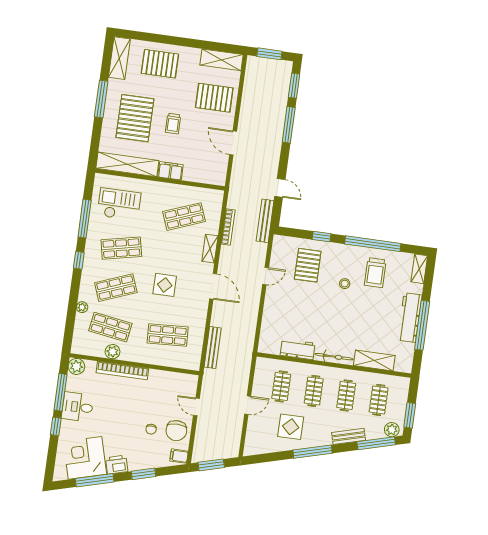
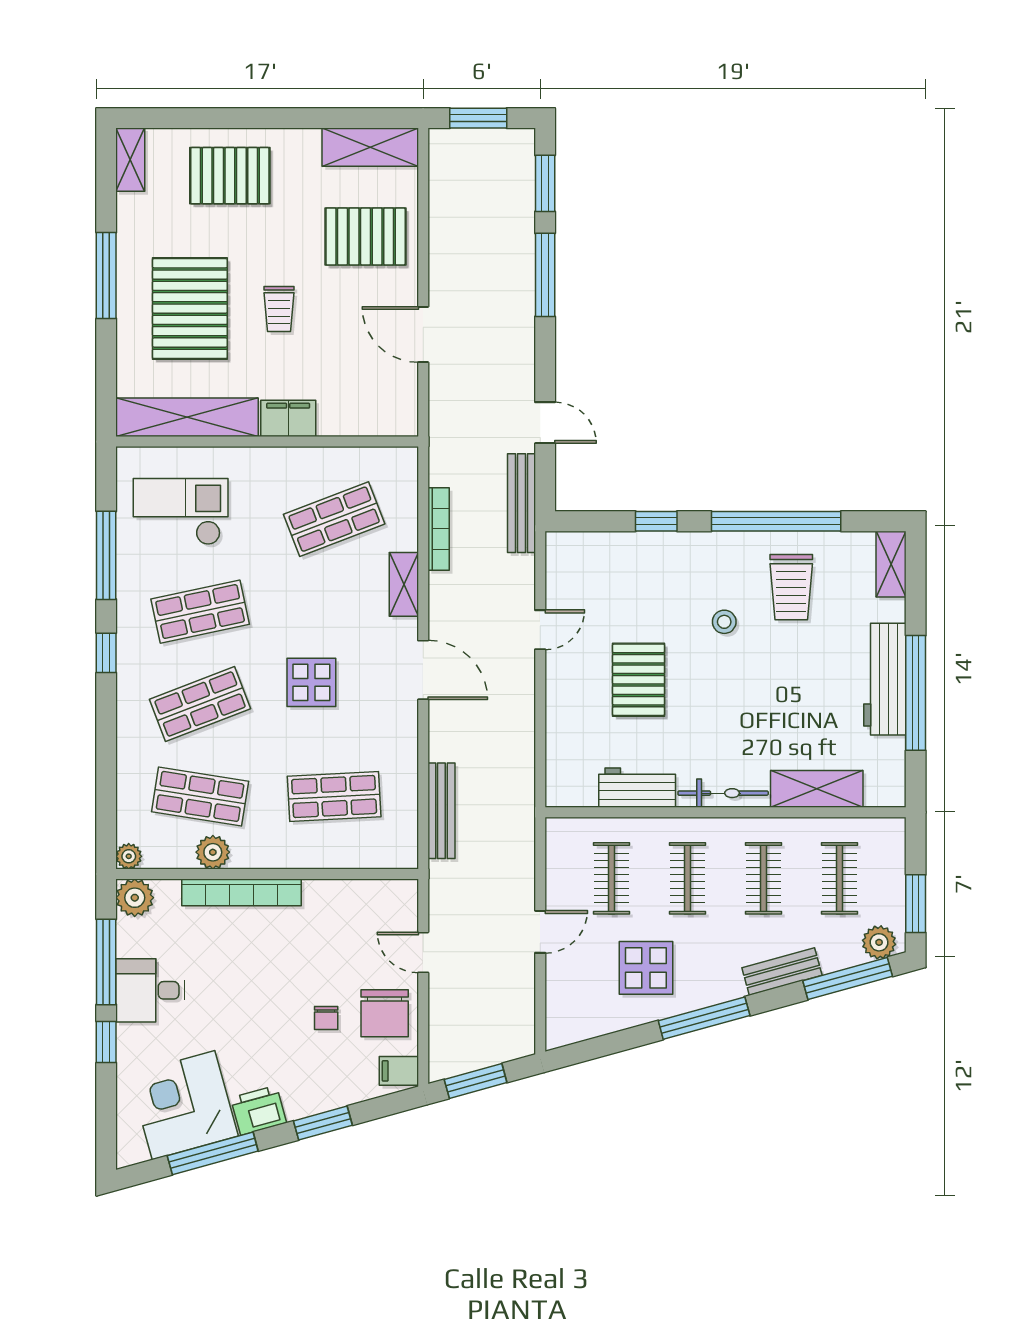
shelving: (119, 58) -> (130, 160), width x0.67, depth x0.75
pallet: (308, 265) -> (639, 680), moved
plant: (82, 307) -> (129, 856), moved

